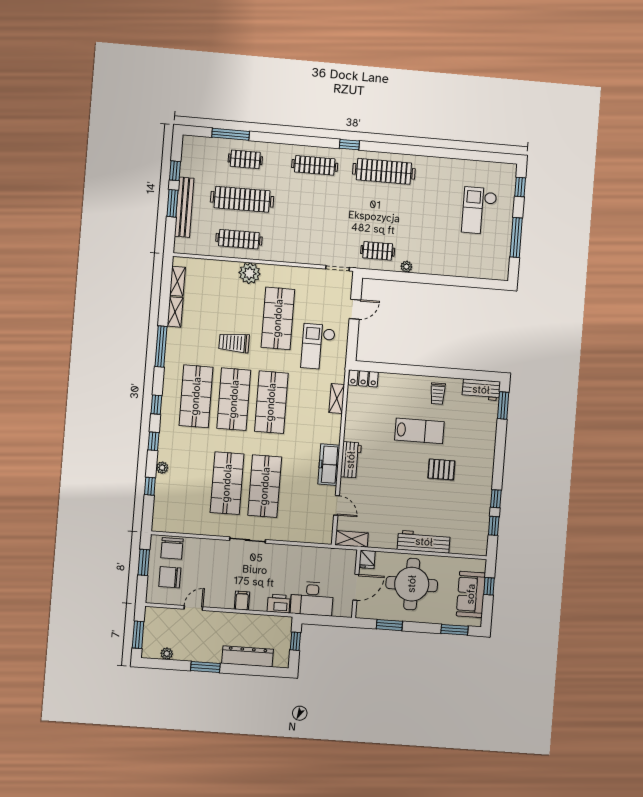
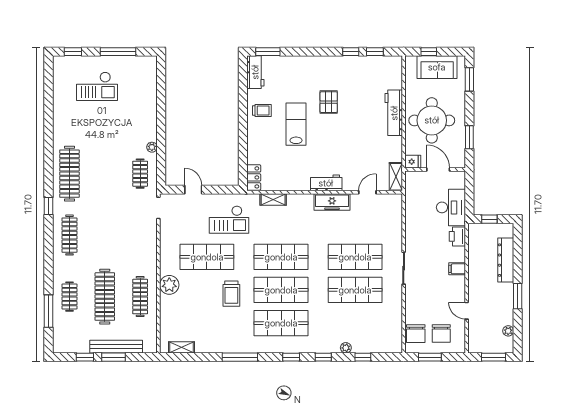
shelving: (175, 312) -> (209, 347), removed
chair: (172, 548) -> (416, 334), turned 90

